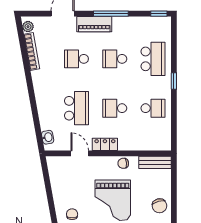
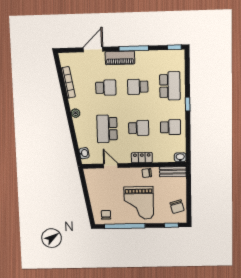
plant: (28, 27) -> (76, 113), moved
school desk: (76, 59) -> (106, 88), turned 180
school desk: (76, 108) -> (107, 129), turned 180
school desk: (115, 108) -> (139, 128), turned 180
locker: (105, 144) -> (142, 158), moved
washbasin: (164, 145) -> (180, 157), added

